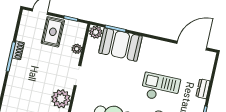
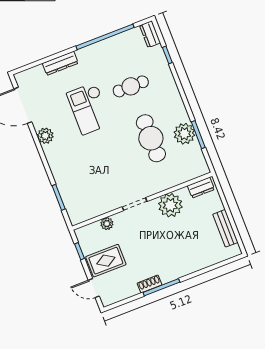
plant: (96, 32) -> (45, 136), moved
booth: (120, 45) -> (72, 181), removed
dresser: (203, 89) -> (60, 63), width x1.44

